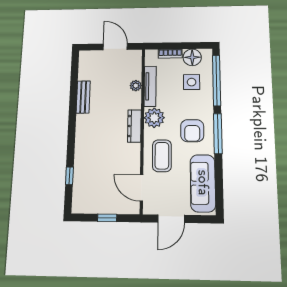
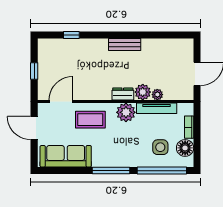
bench: (83, 97) -> (125, 45), moved
plant: (133, 100) -> (143, 92), added
dresser: (134, 126) -> (123, 94), width x0.70
armchair: (192, 131) -> (114, 147), removed

